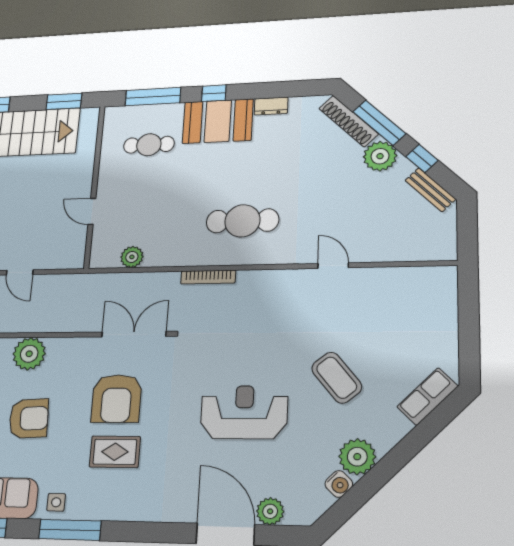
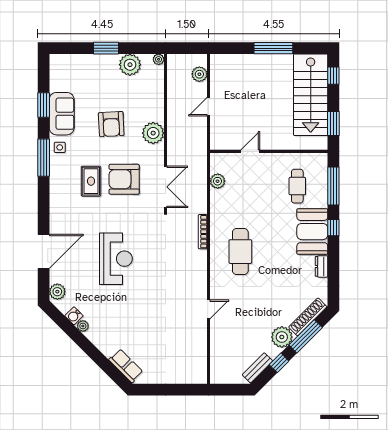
plant: (29, 354) -> (153, 133), moved
coffee table: (337, 378) -> (137, 313), removed
plant: (357, 457) -> (83, 326), width x0.53, depth x0.53
plant: (270, 511) -> (57, 292), moved

